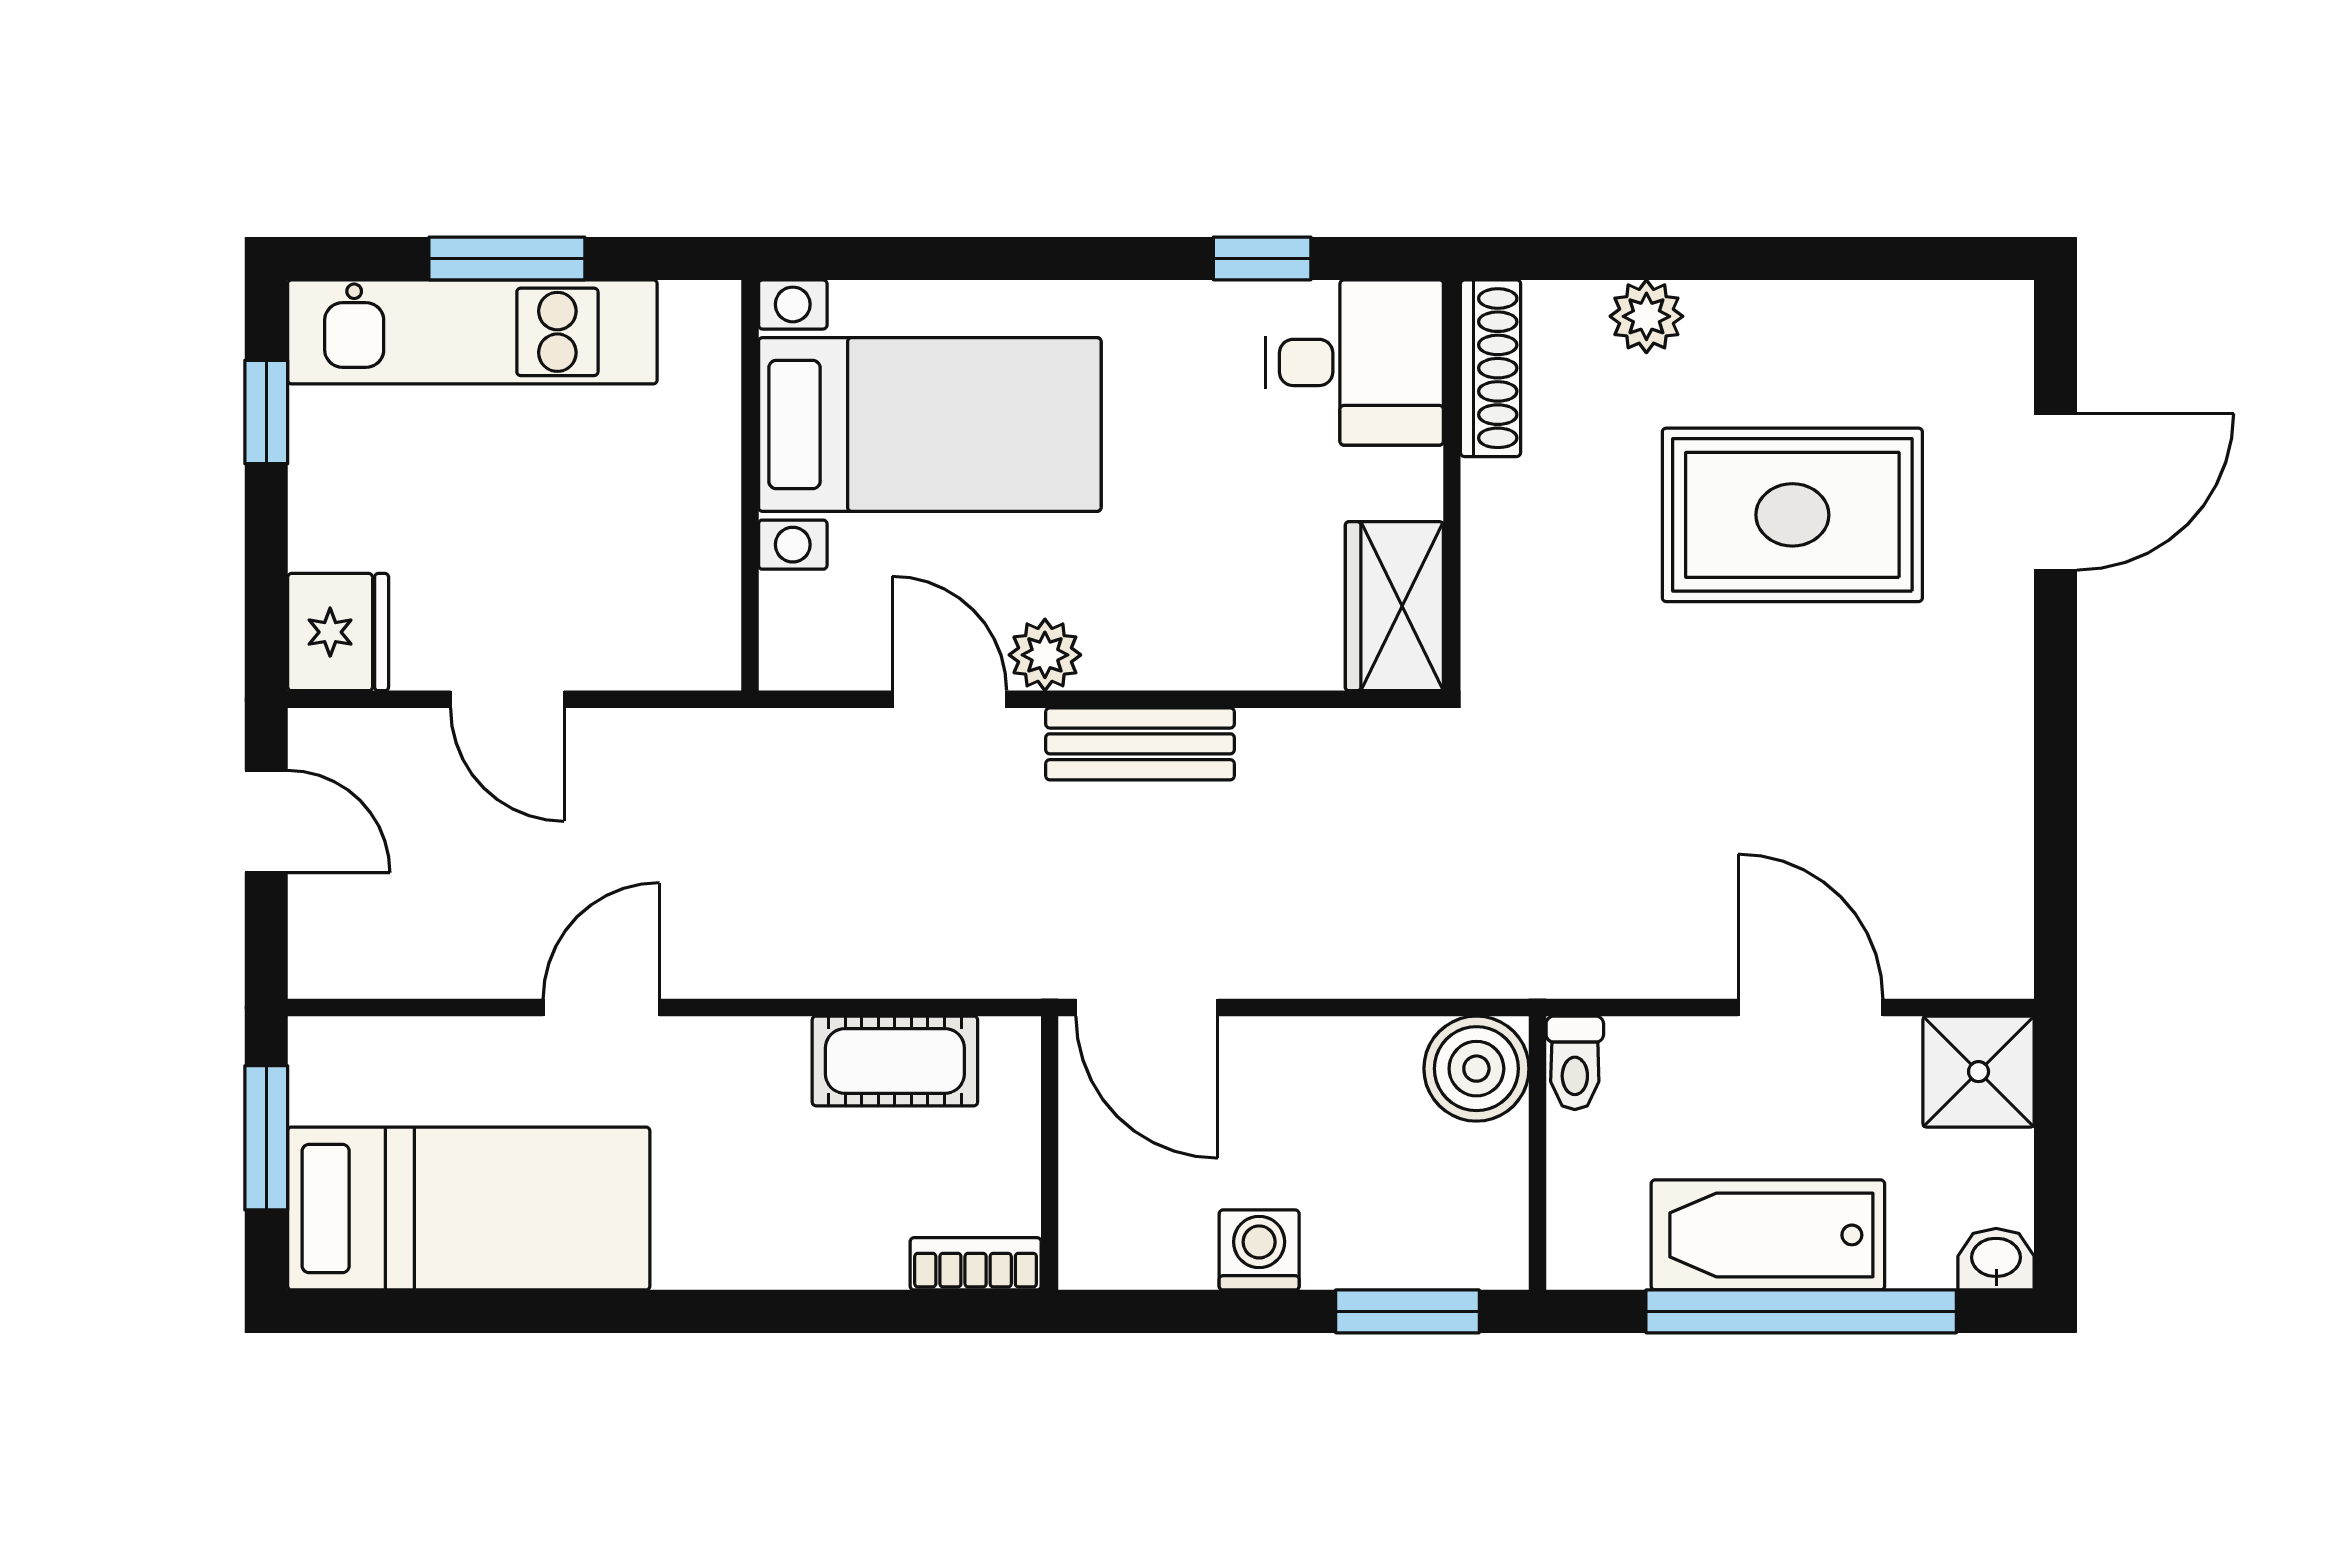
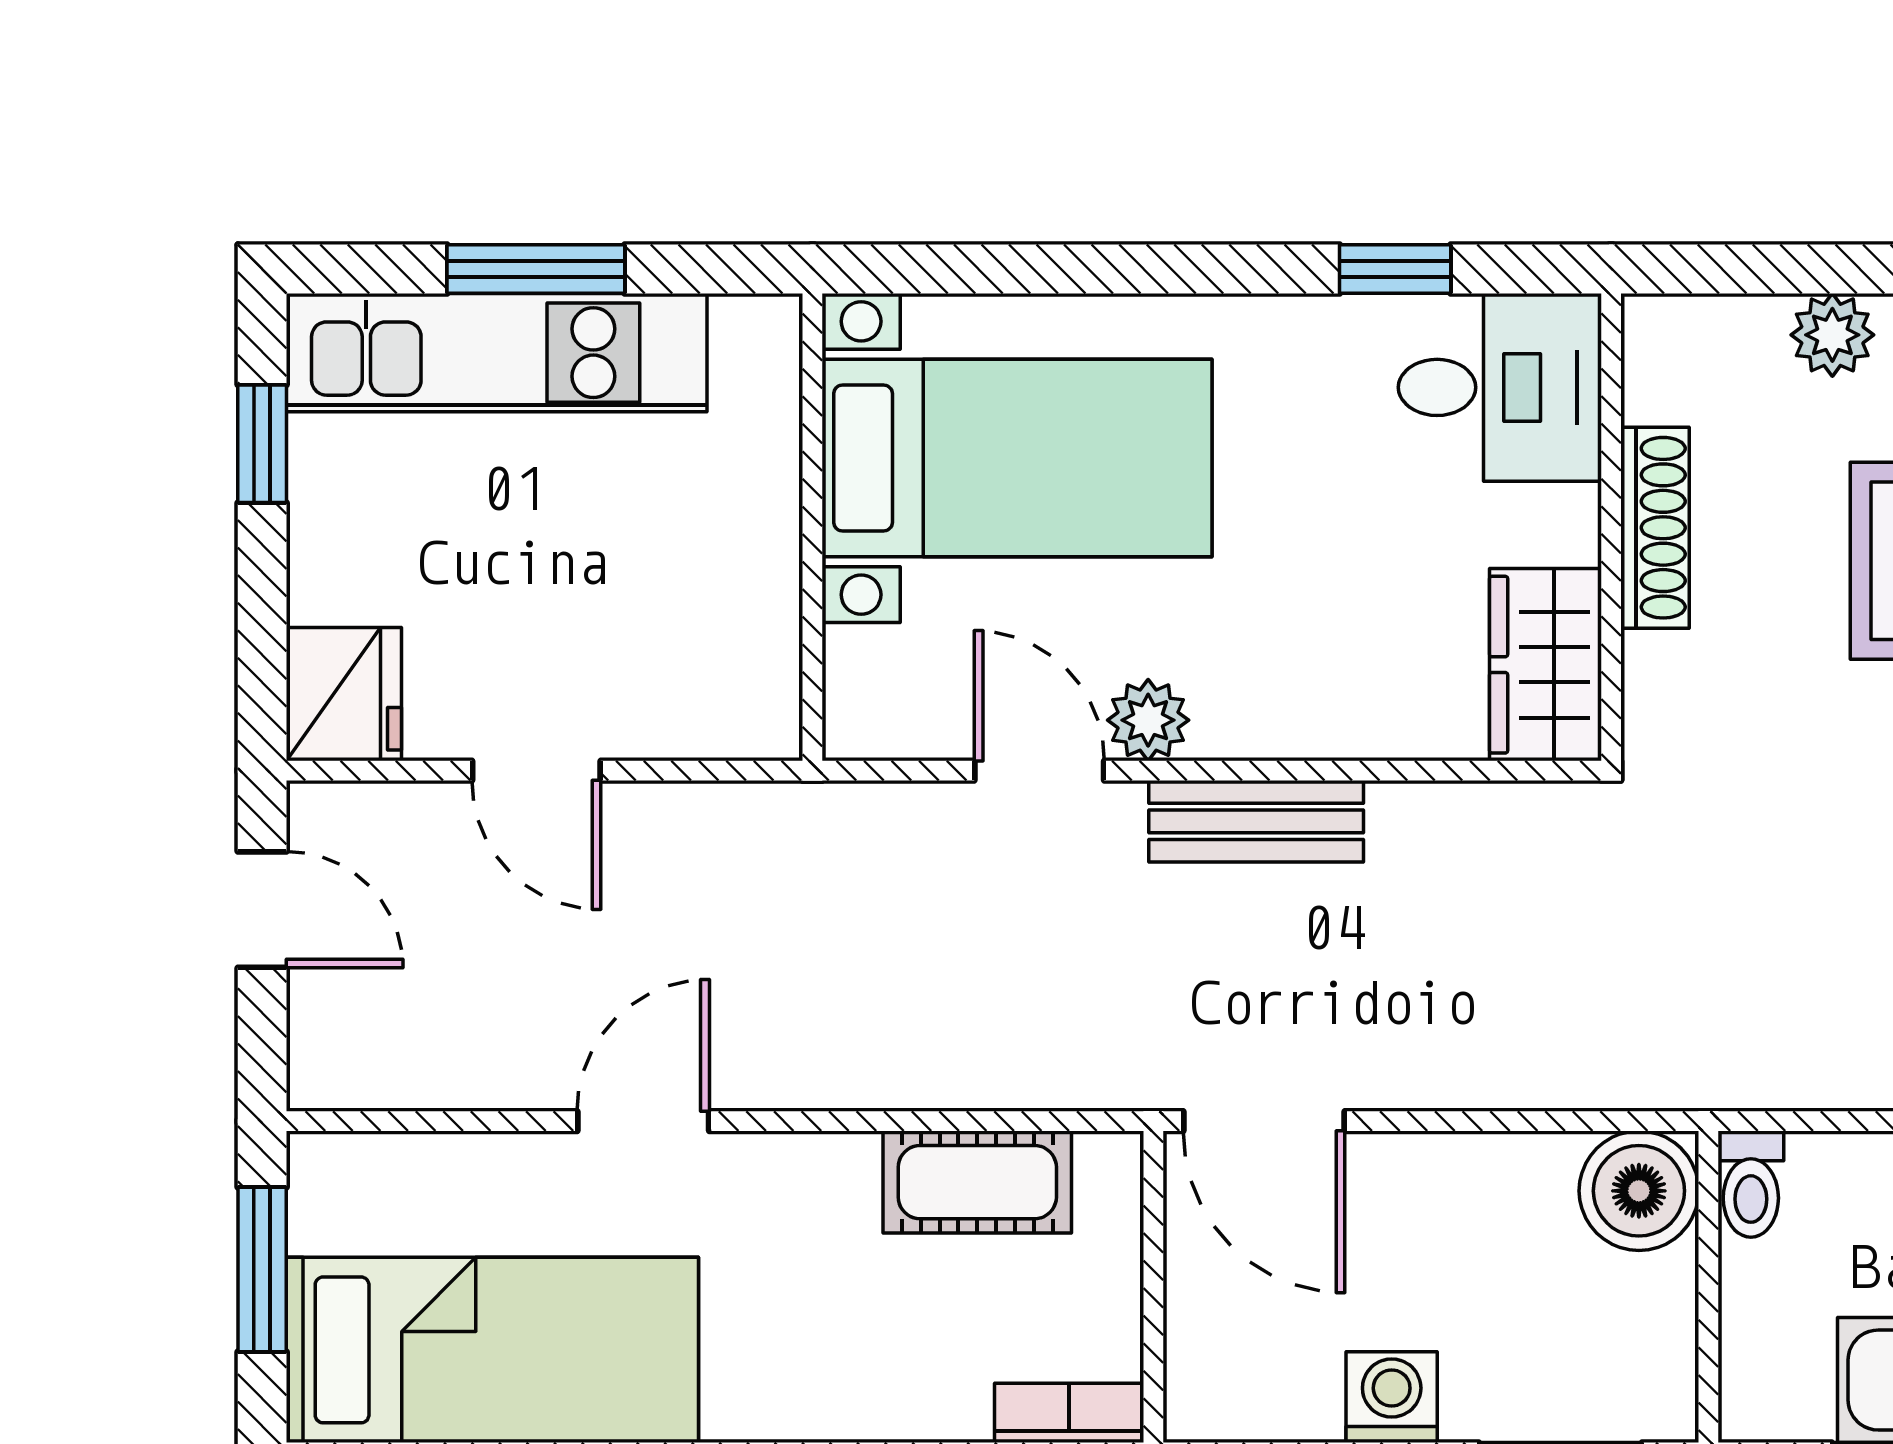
shoe rack: (1491, 368) -> (1655, 528), moved

